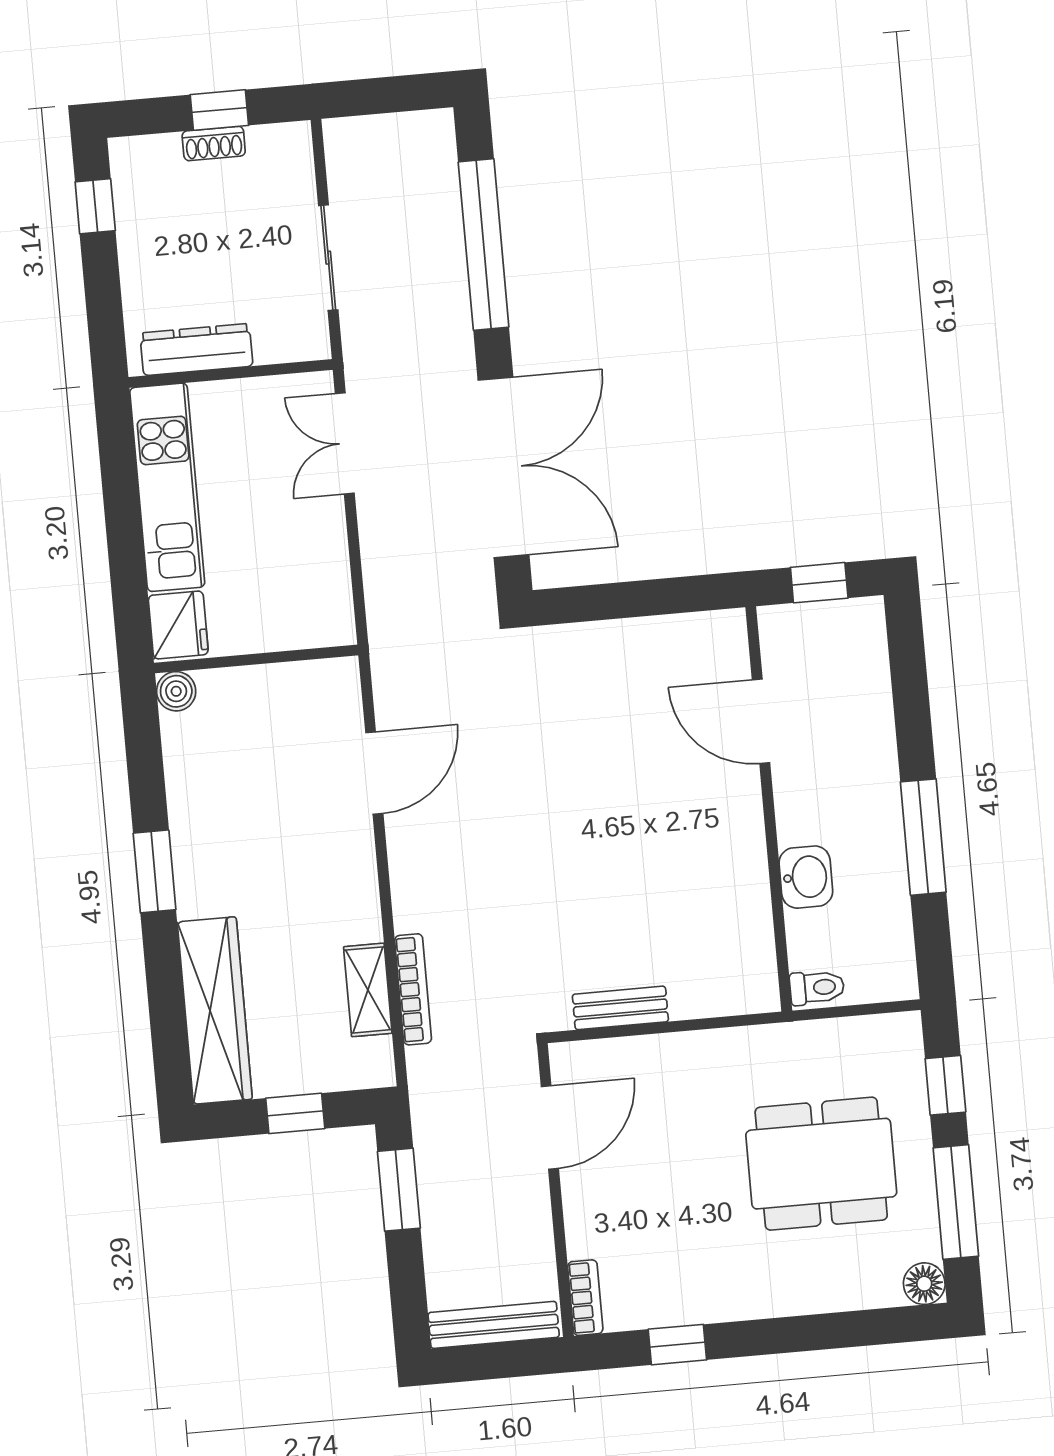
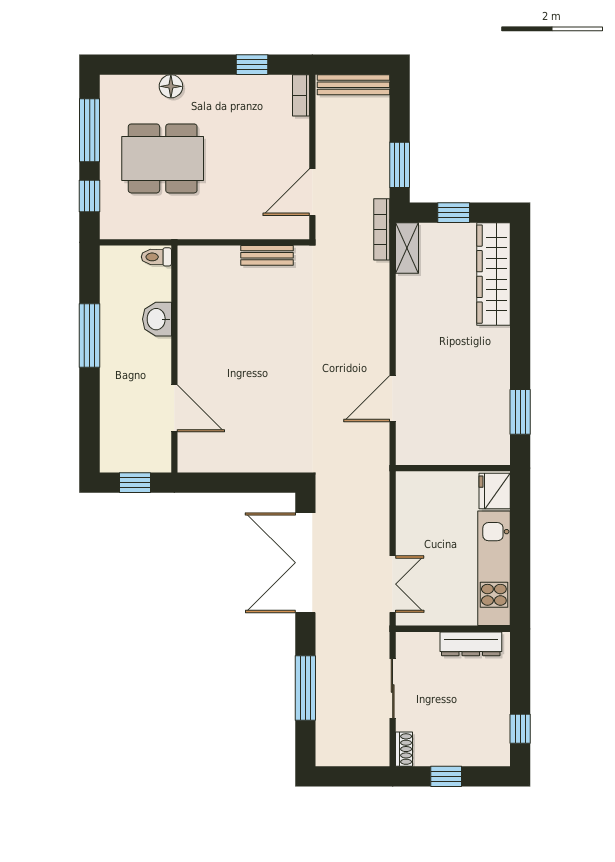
shoe rack: (214, 143) -> (404, 749), moved, turned 90
window: (484, 245) -> (305, 688), width x0.68
boiler: (176, 691) -> (499, 454), removed
window: (155, 871) -> (520, 412), moved
bookcase: (413, 989) -> (382, 229), moved
shelving: (368, 990) -> (407, 248), moved
floor lamp: (924, 1284) -> (171, 86), moved

